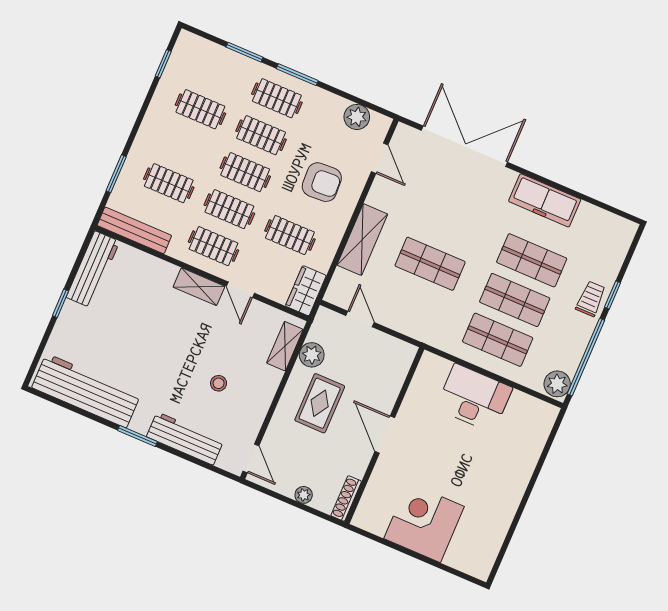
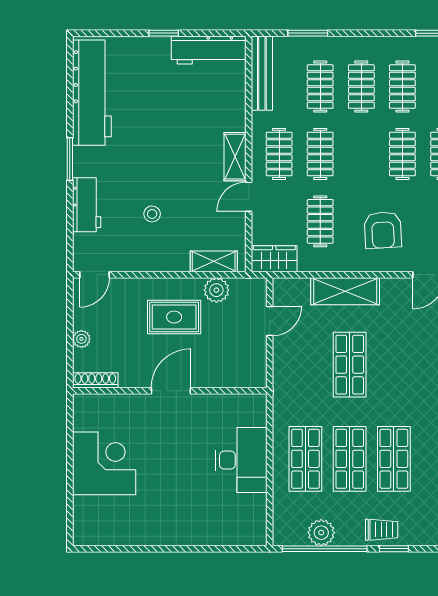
clothes rail: (245, 172) -> (361, 87), moved
plant: (557, 384) -> (321, 533), moved
workbench: (185, 439) -> (87, 205), width x0.73

